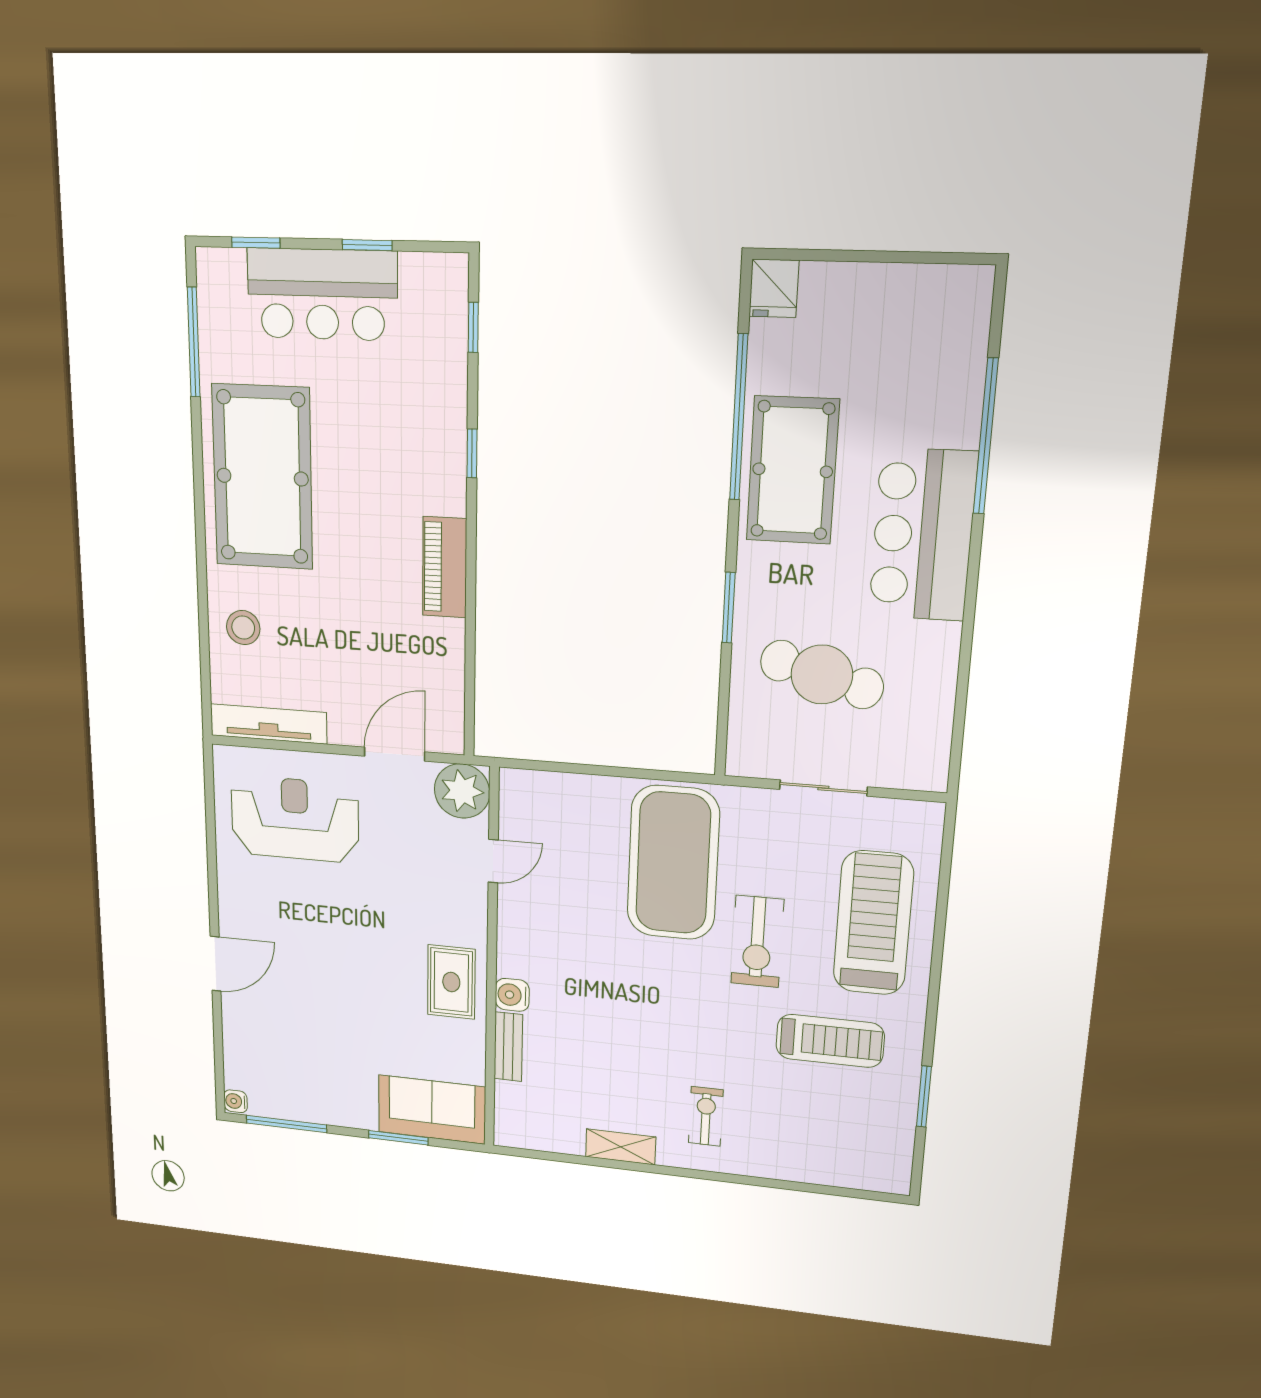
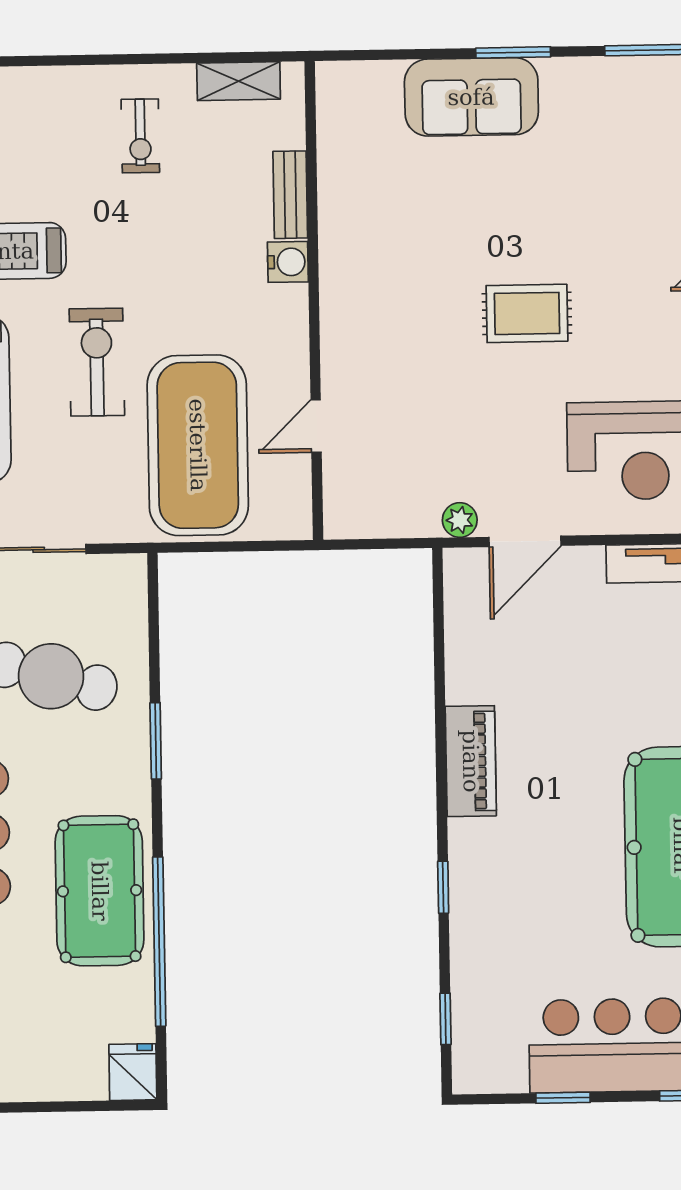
plant: (462, 791) -> (460, 520), width x0.53, depth x0.53
door: (493, 861) -> (316, 426), moved
wall: (492, 962) -> (314, 300), moved
rug: (451, 982) -> (527, 313), moved, turned 90
water cooler: (512, 995) -> (288, 262), moved
bench: (508, 1047) -> (290, 195), moved

